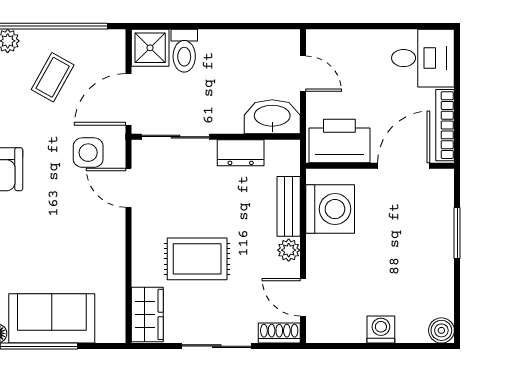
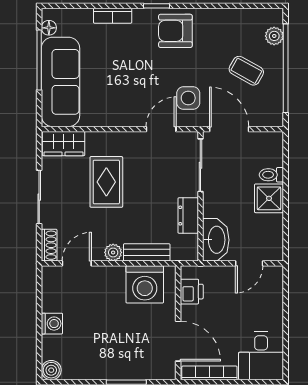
shower: (150, 48) -> (269, 198), moved
toilet: (184, 51) -> (271, 175), width x0.73, depth x0.72
printer: (339, 141) -> (192, 292), width x0.53, depth x0.68
sofa: (52, 318) -> (60, 82), width x1.36

